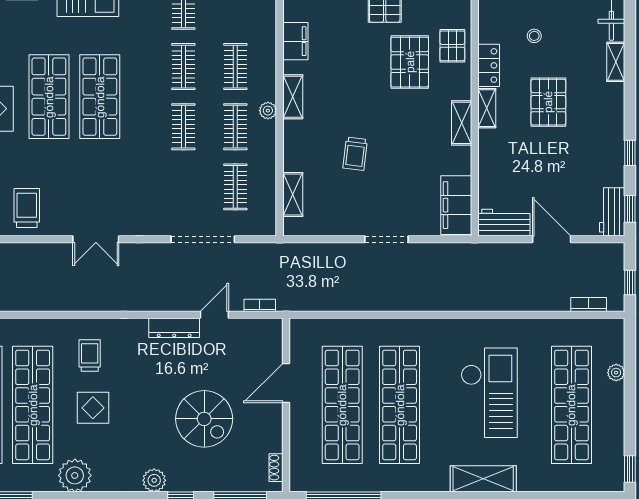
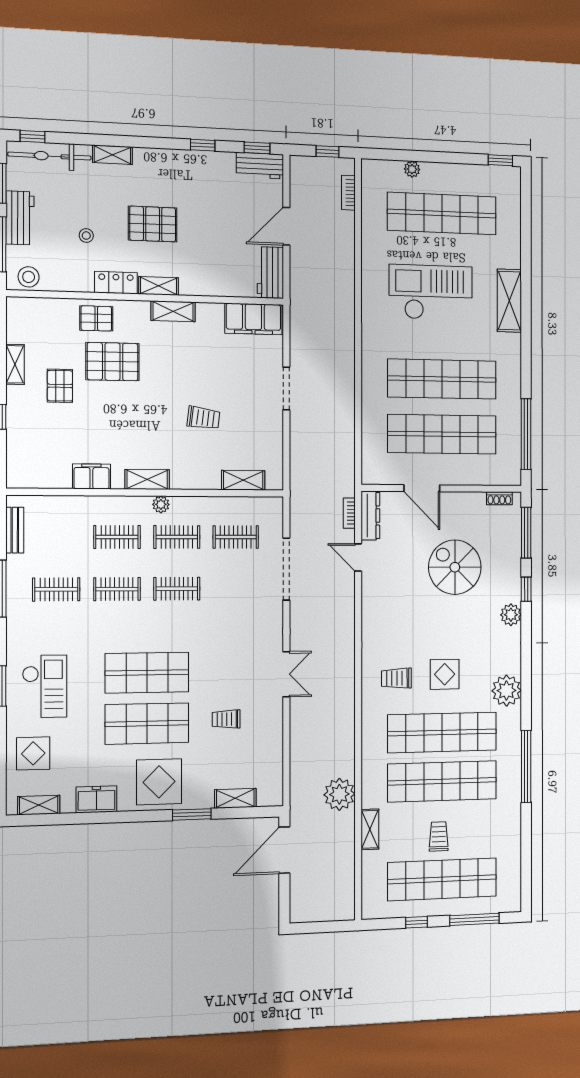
trolley: (27, 208) -> (226, 719), moved, width x0.73, depth x0.72
dresser: (174, 328) -> (370, 515), moved
spiral stairs: (204, 419) -> (455, 567), turned -90

